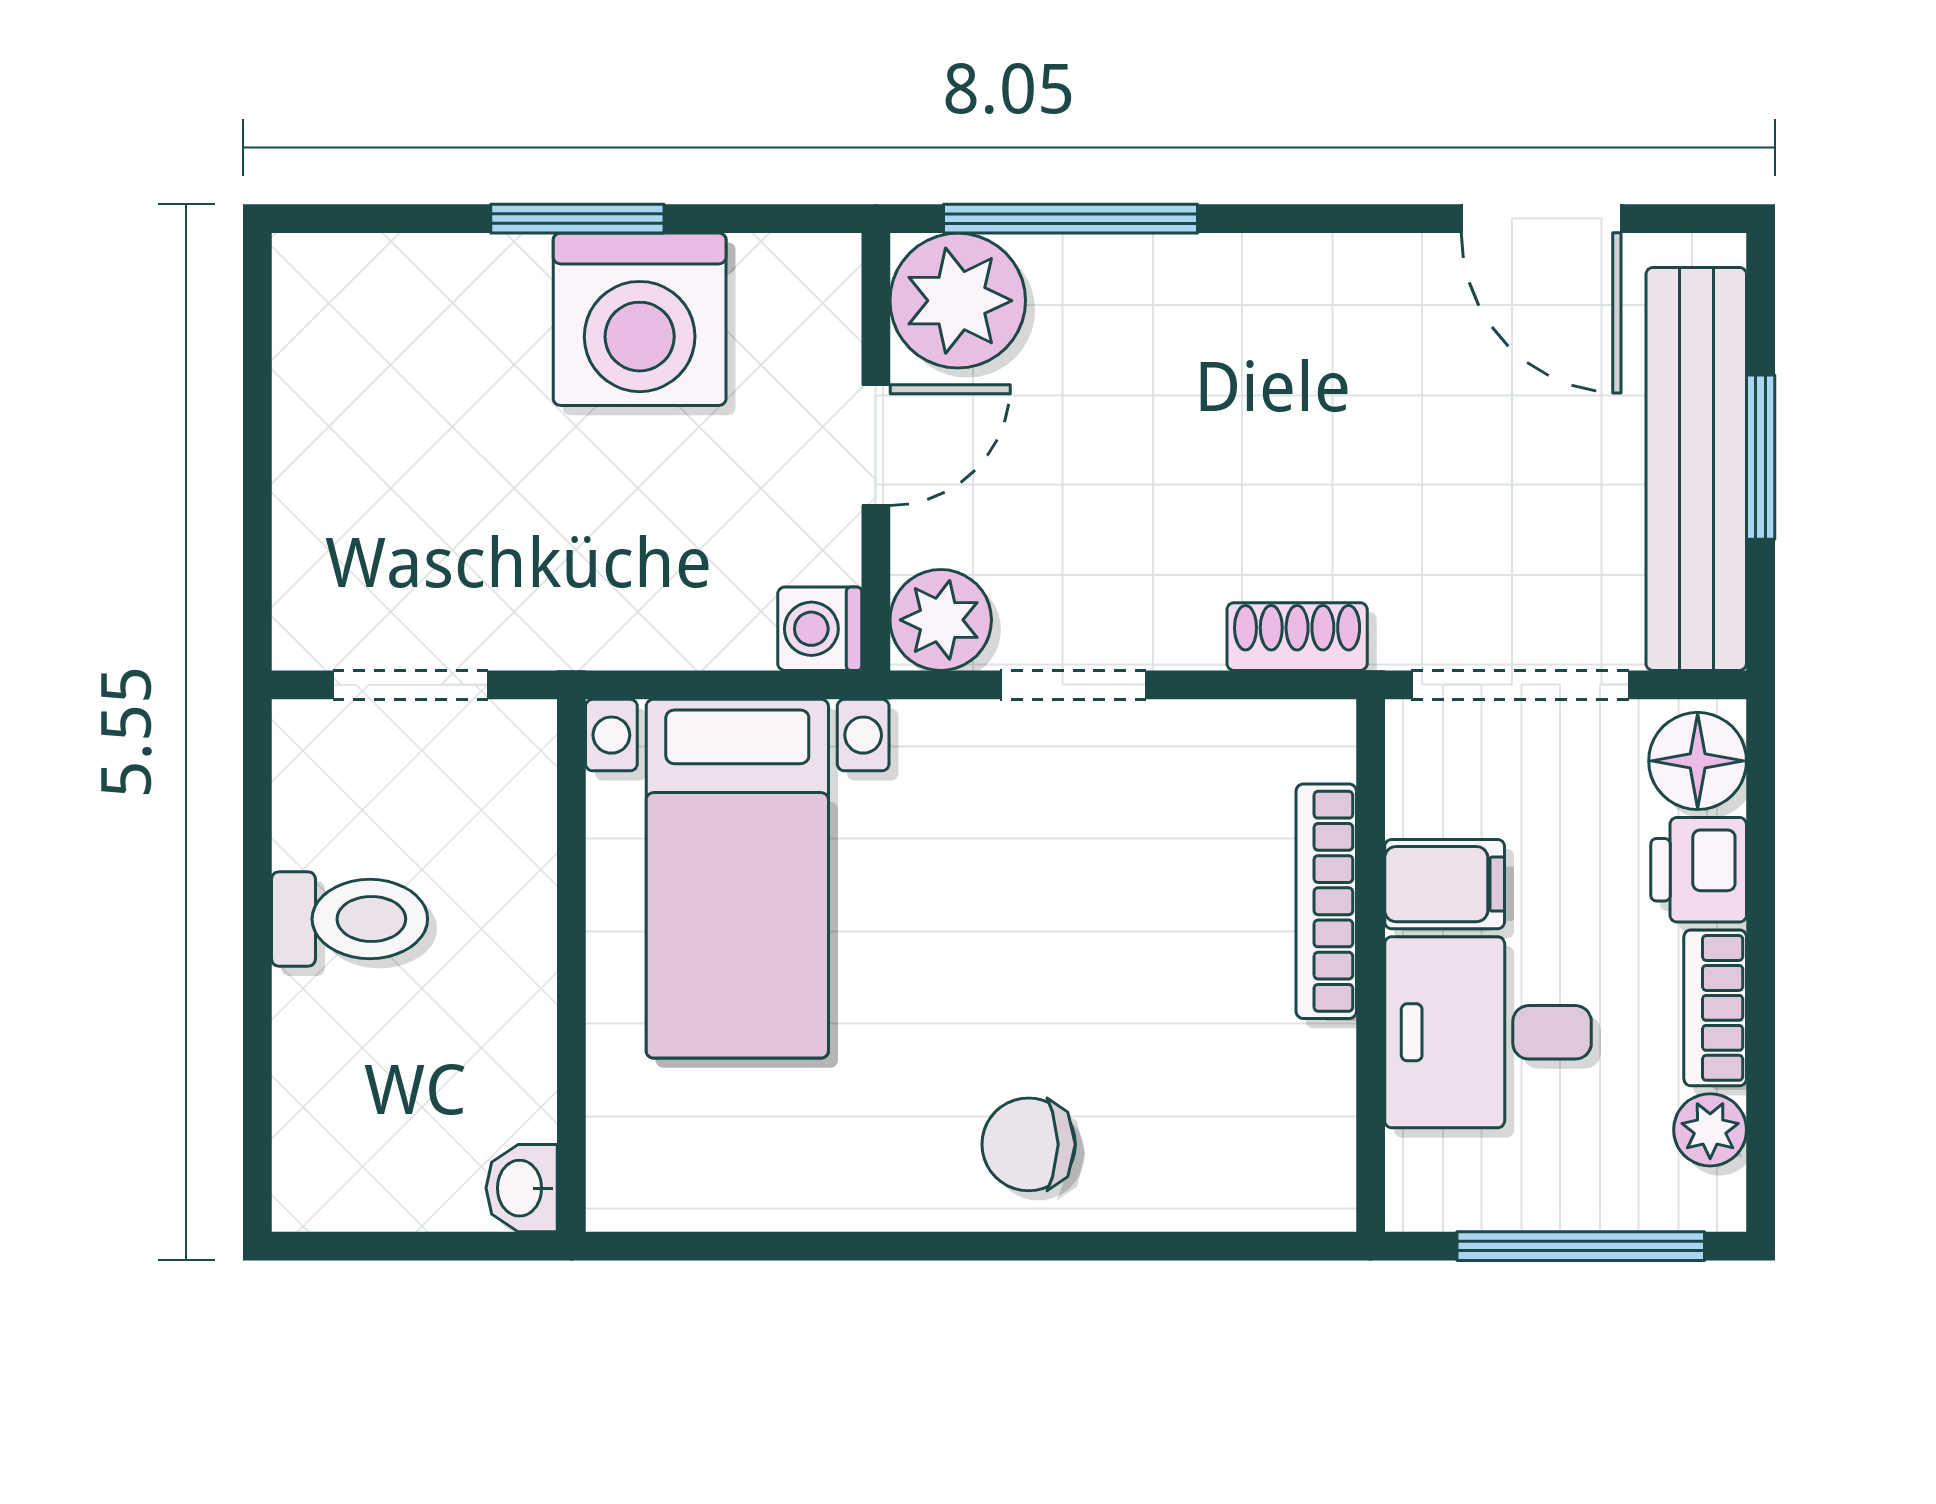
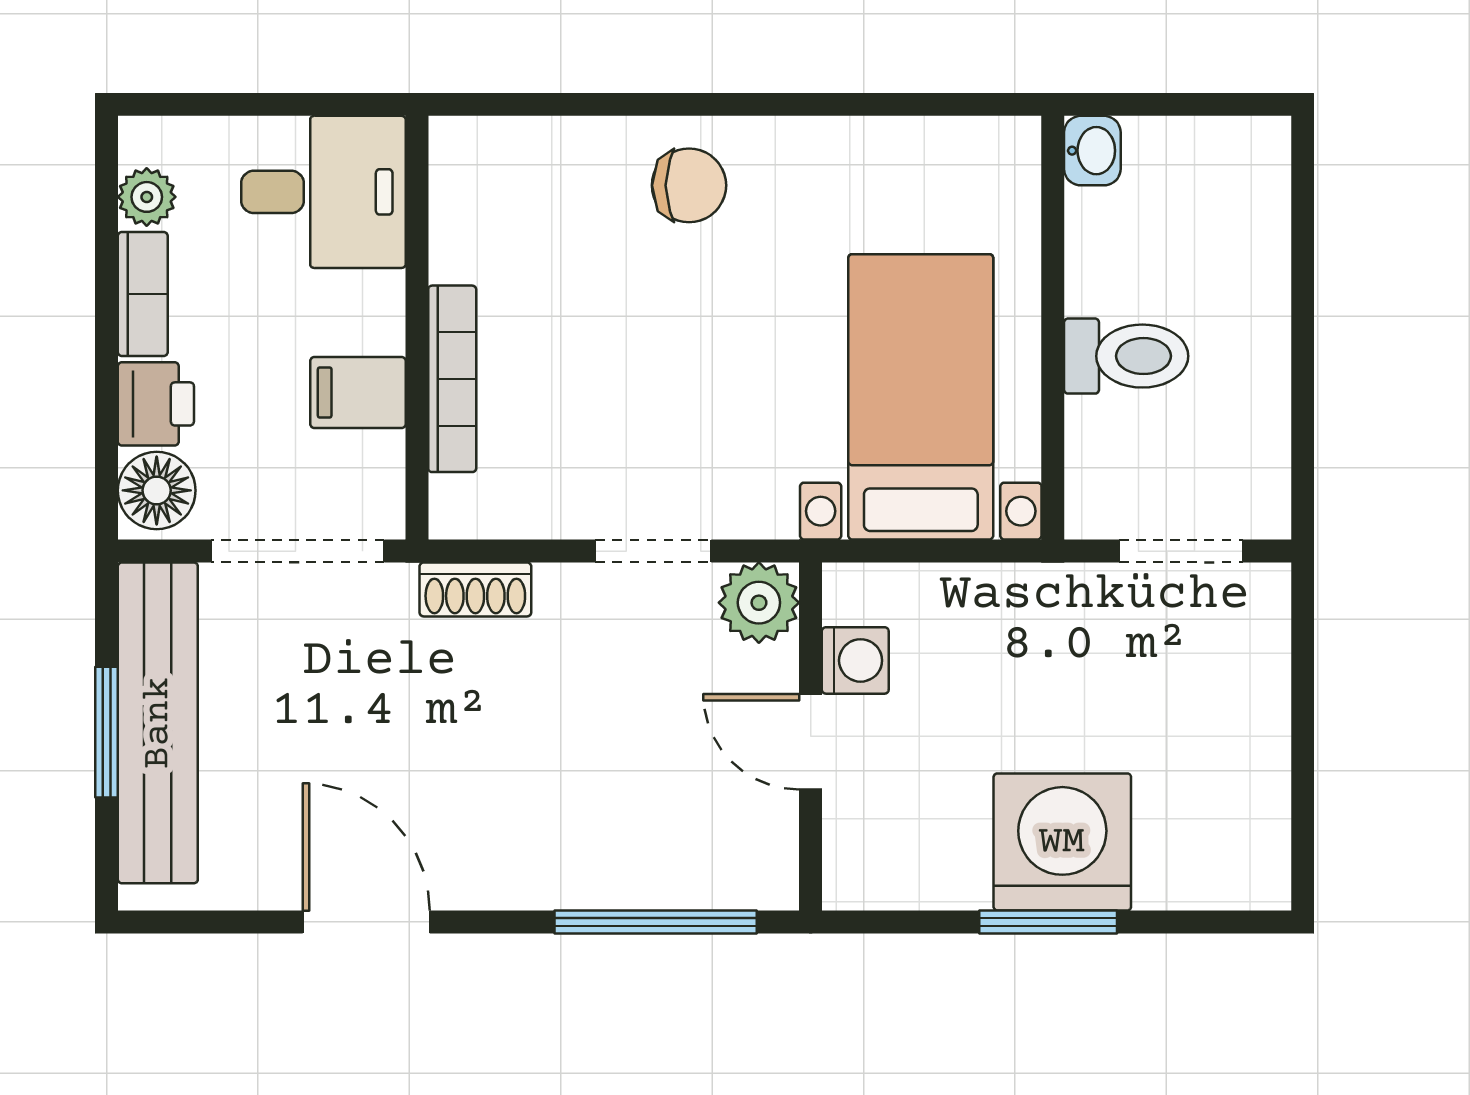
door: (1541, 219) -> (366, 922), moved
plant: (958, 301) -> (745, 857), removed
washing machine: (640, 319) -> (1062, 842), moved
door: (876, 445) -> (811, 742), hinge flipped
washing machine: (820, 629) -> (855, 660), moved
toilet: (350, 919) -> (1126, 356), moved, turned 180
desk: (1488, 1032) -> (323, 192), moved
window: (1581, 1246) -> (250, 104), removed

